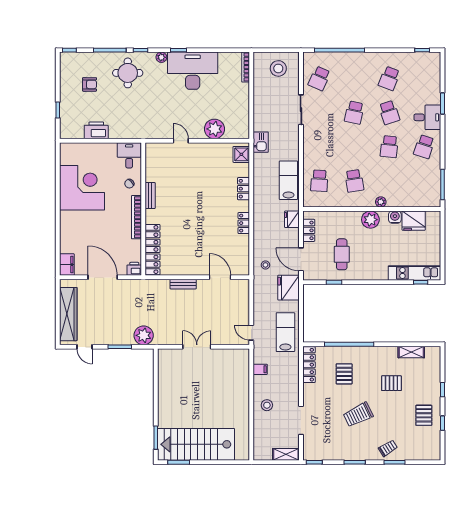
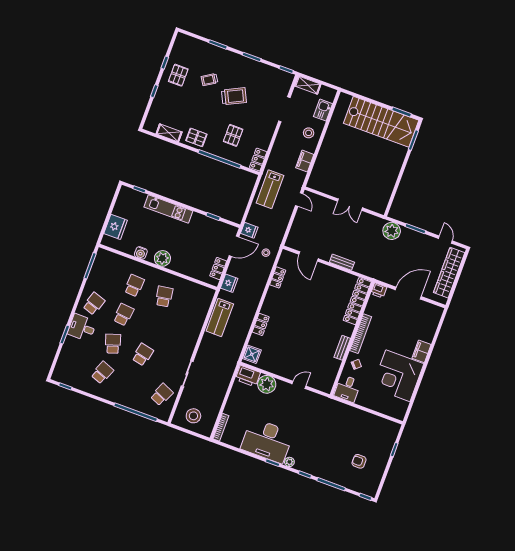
round table: (128, 73) -> (323, 459), removed
printer: (96, 130) -> (248, 376), moved
door: (181, 141) -> (299, 385), swing flipped
kitchen sink: (261, 142) -> (323, 110), moved
school desk: (319, 181) -> (134, 286), moved
plant: (381, 202) -> (148, 270), removed
fridge: (414, 221) -> (116, 227), moved, turned 90
locker: (244, 223) -> (278, 277), moved
cafe table: (342, 254) -> (198, 238), removed
door: (301, 259) -> (234, 246), hinge flipped
filing cabinet: (67, 265) -> (422, 351), moved
kitchen unit: (414, 273) -> (168, 209), moved
door: (103, 277) -> (408, 293), swing flipped
fridge: (289, 288) -> (249, 230), width x0.53, depth x0.75
locker: (309, 365) -> (258, 160), width x0.66
filing cabinet: (260, 369) -> (305, 161), width x2.00
pallet: (391, 383) -> (196, 137), moved
trolley: (388, 448) -> (209, 80), moved

